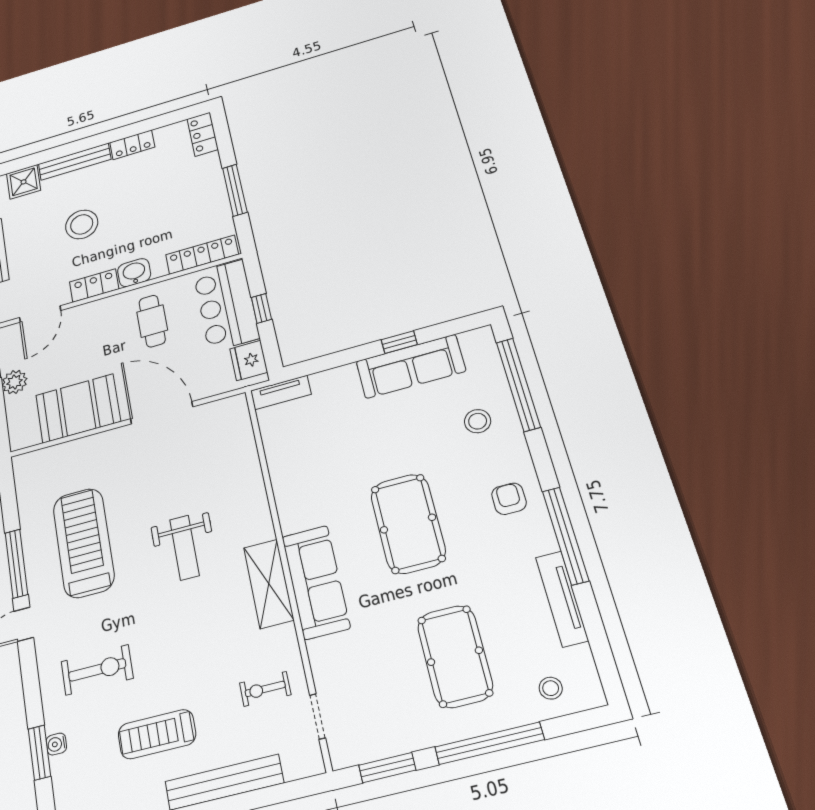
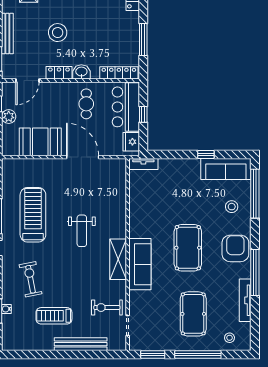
sofa: (411, 366) -> (226, 169), moved
armchair: (509, 499) -> (235, 248), width x1.88, depth x1.88
exercise bike: (97, 670) -> (31, 279), turned -101
exercise bike: (265, 689) -> (107, 308), width x1.38, depth x1.39

